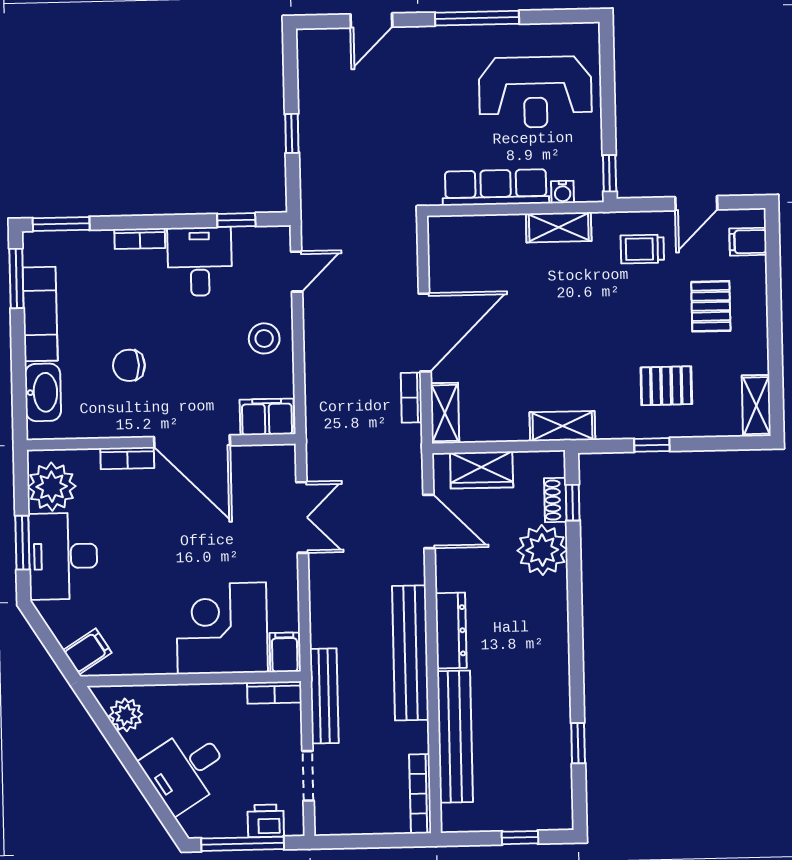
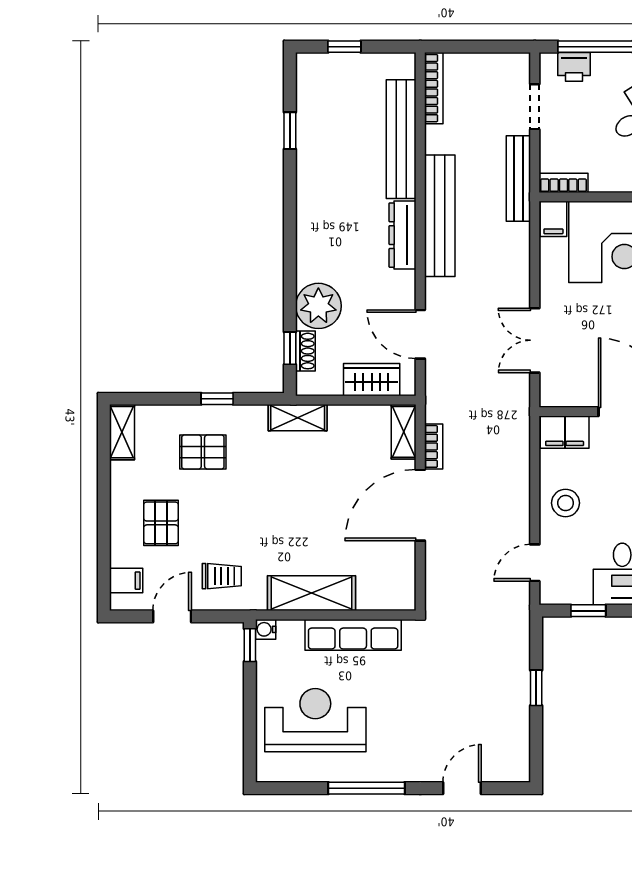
water cooler: (563, 192) -> (266, 629), moved, turned -90
shelving: (559, 227) -> (312, 593), width x1.50, depth x1.33

